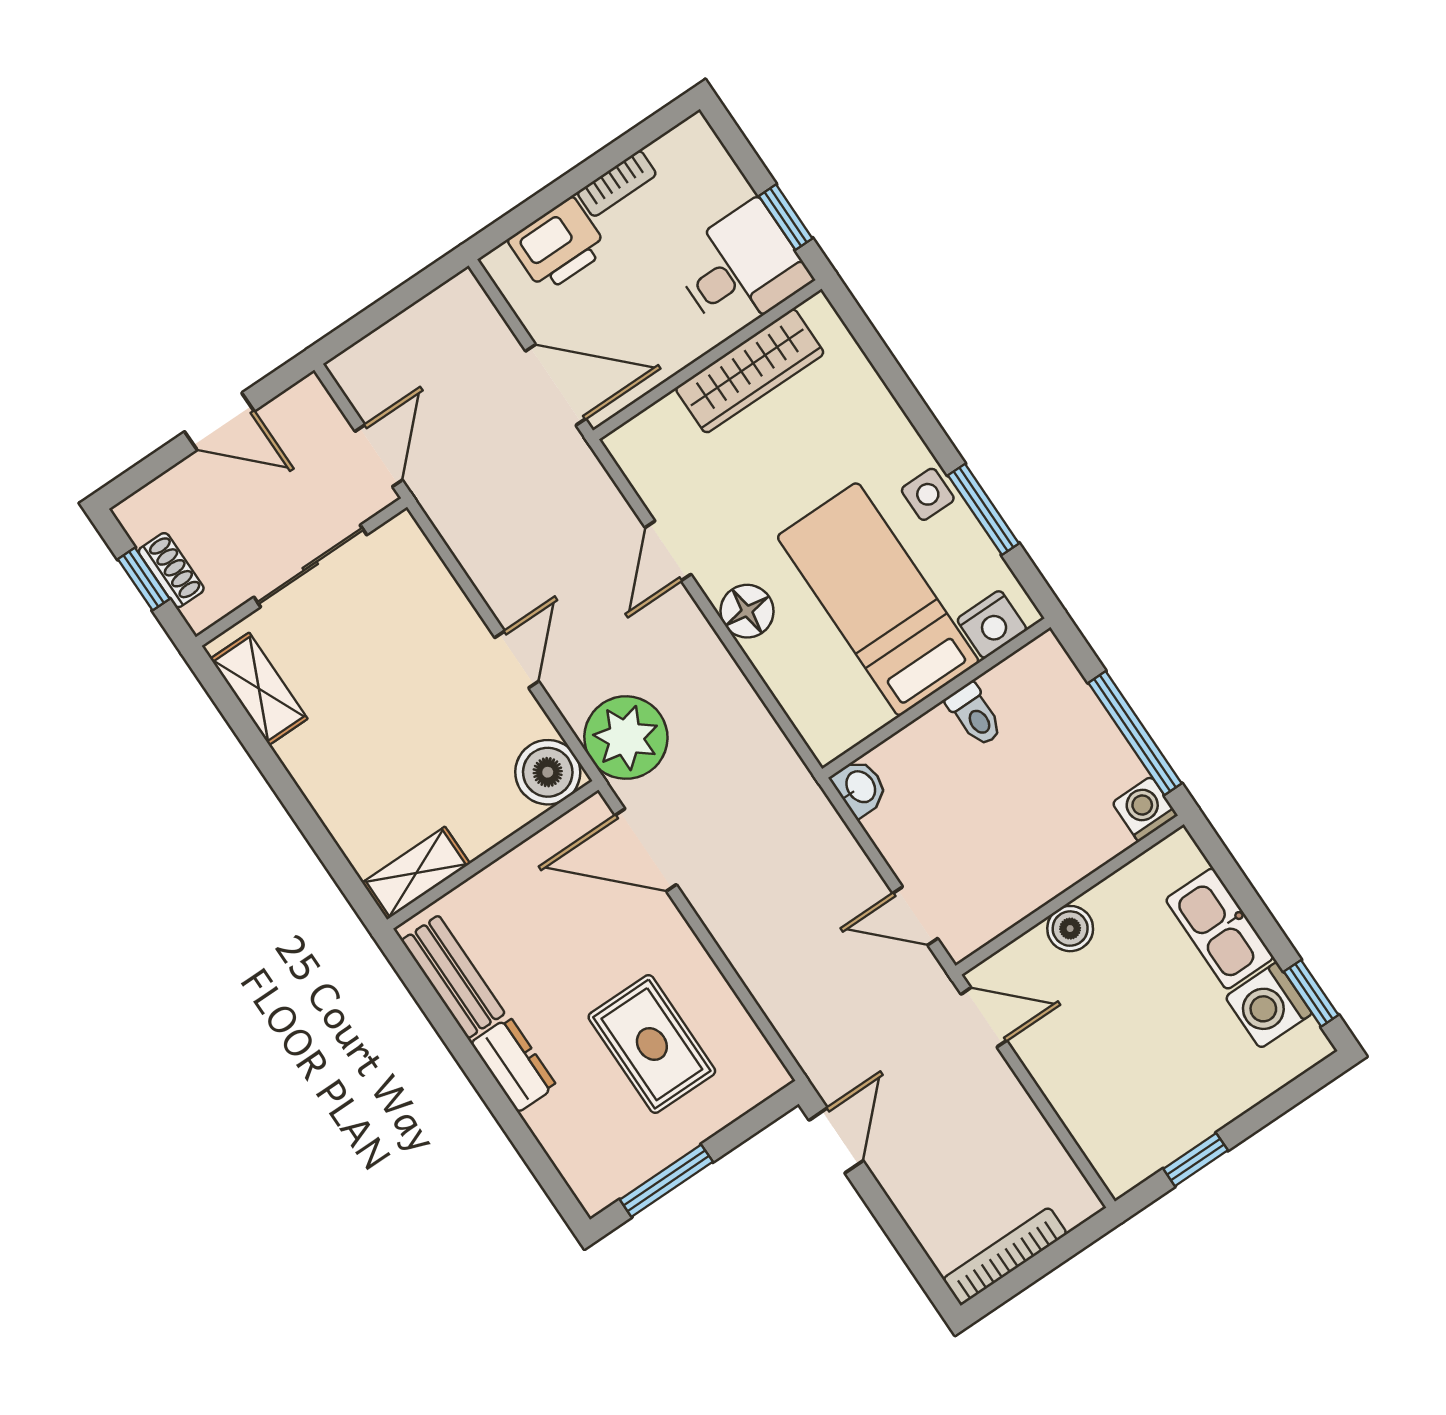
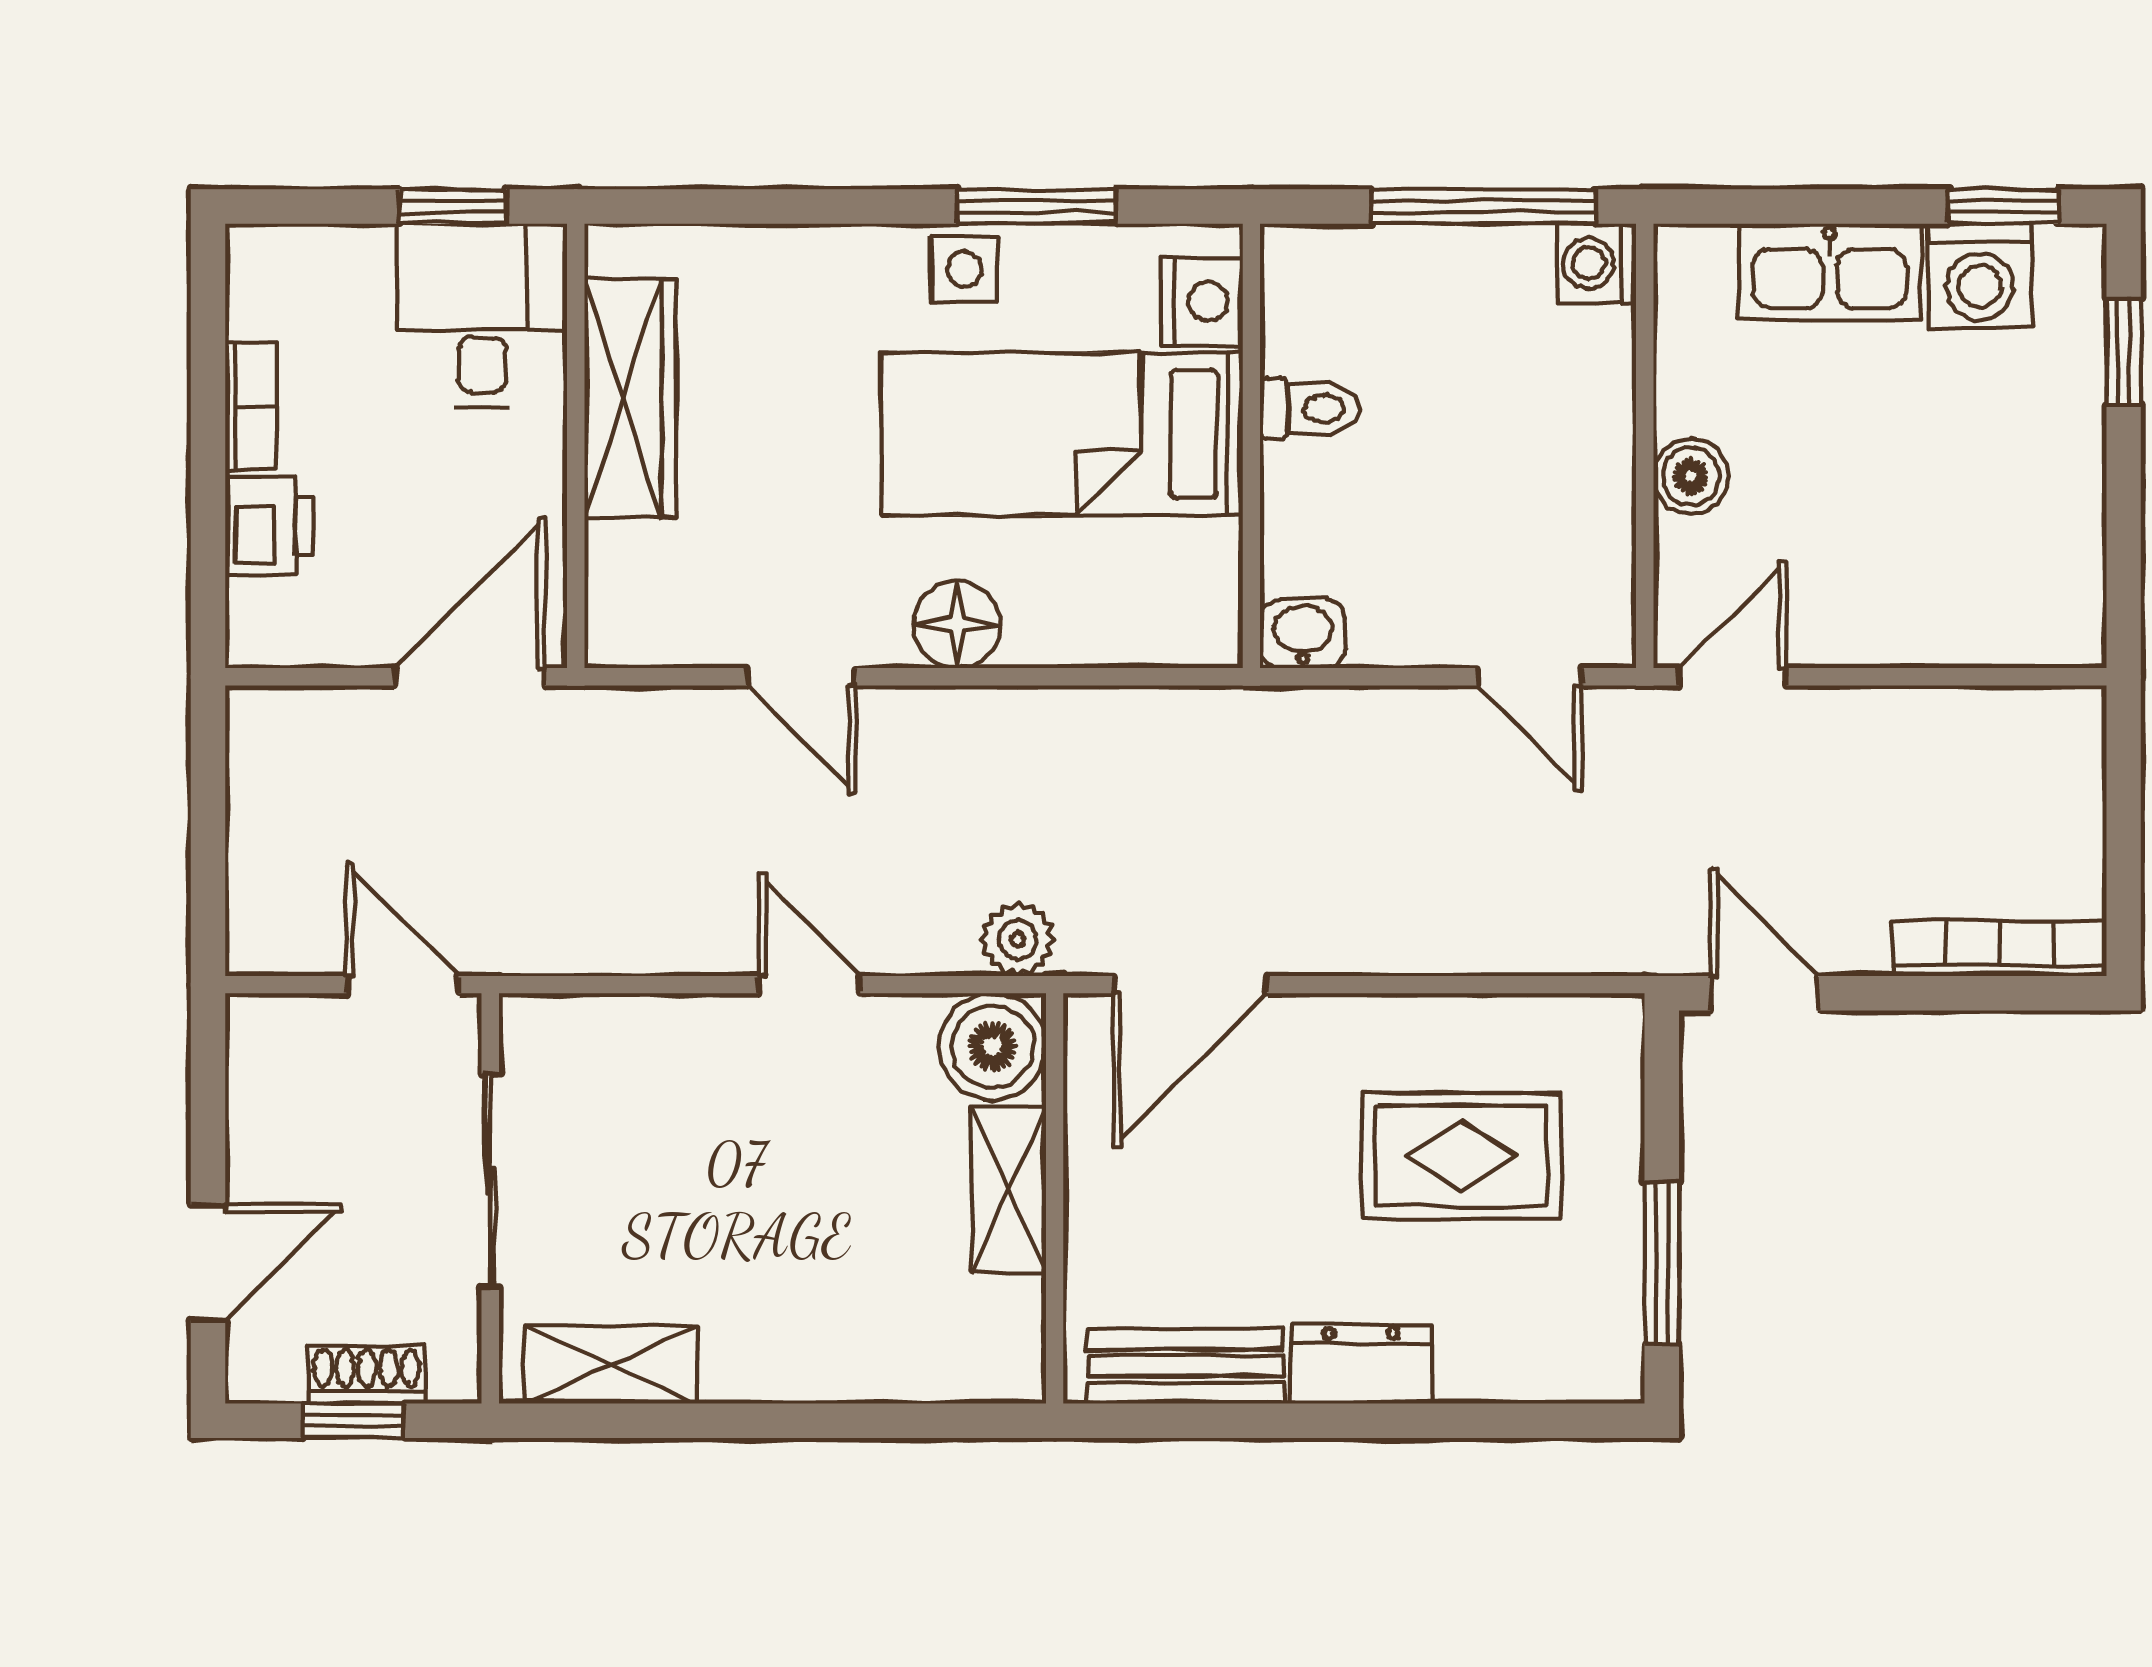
printer: (558, 245) -> (269, 526), width x0.73, depth x0.81
door: (219, 421) -> (208, 1262), moved
plant: (626, 738) -> (1018, 940), width x0.53, depth x0.53
shelving: (416, 873) -> (1009, 1190), moved
door: (915, 916) -> (1530, 677), hinge flipped
window: (1196, 1160) -> (2124, 352), moved
bookcase: (1005, 1256) -> (2000, 949), moved, turned 90

